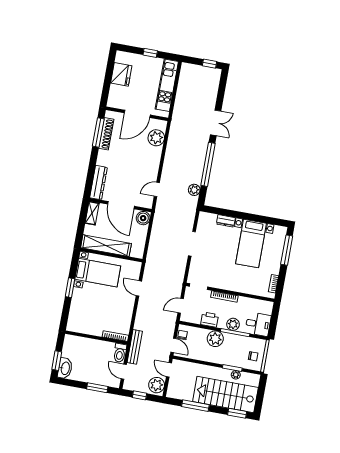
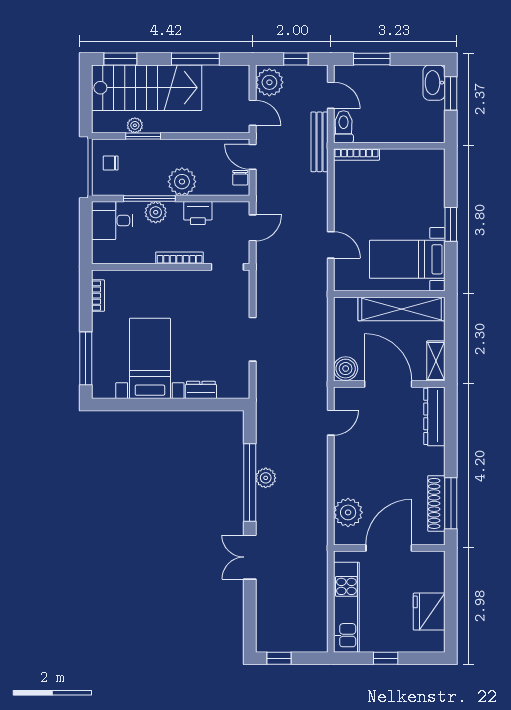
plant: (194, 190) -> (266, 478), moved

